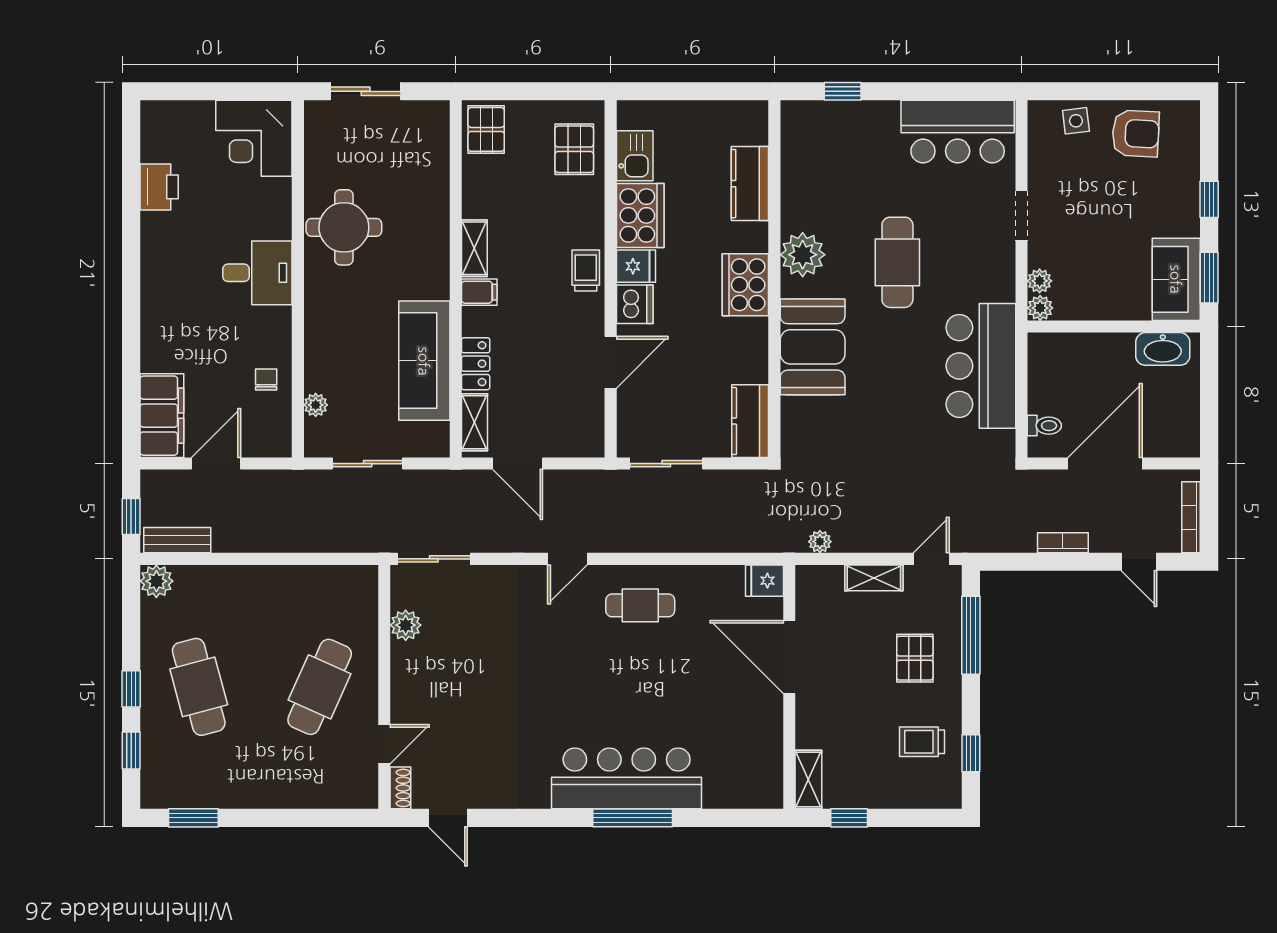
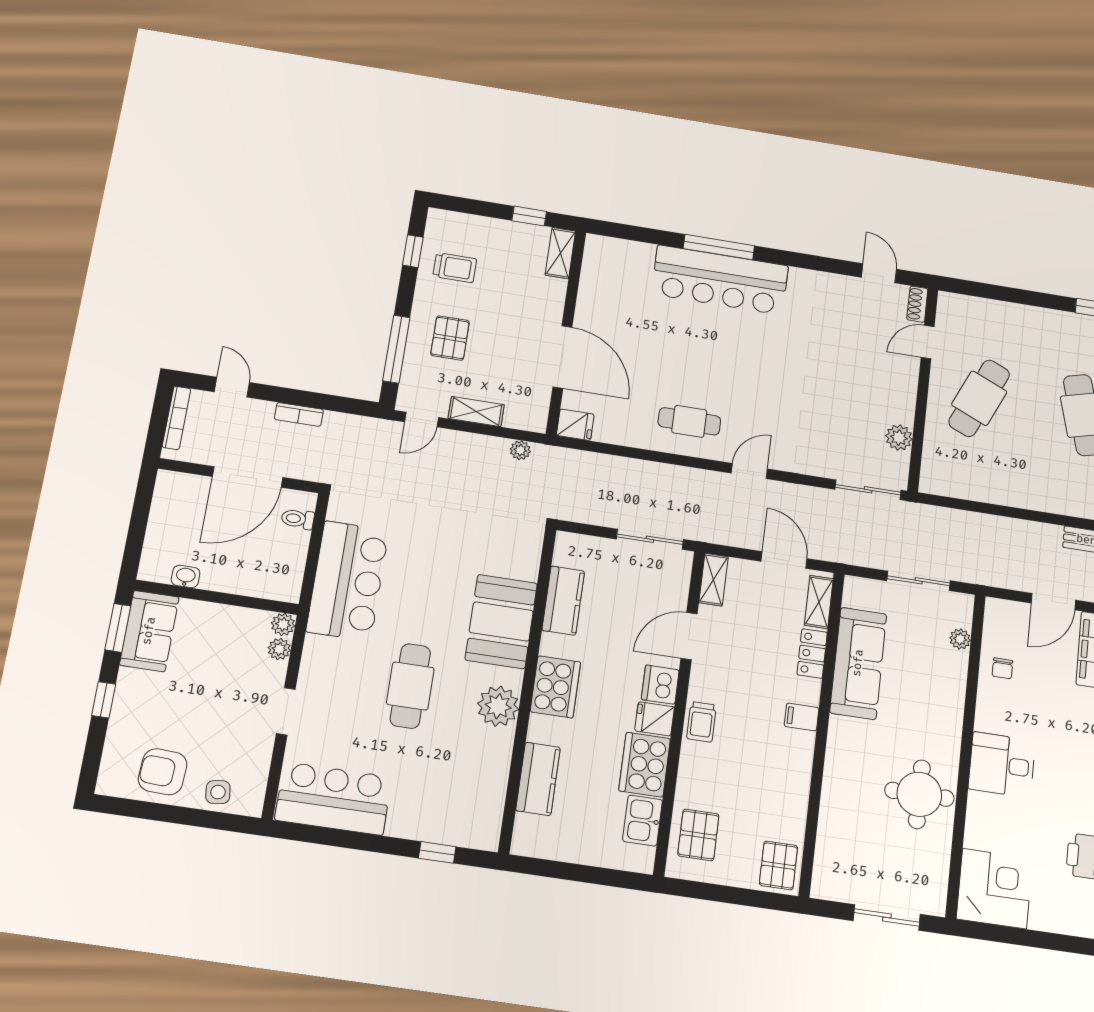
shelving: (474, 248) -> (713, 580), moved
washbasin: (1163, 349) -> (186, 576), width x0.52, depth x0.69
kitchen counter: (750, 421) -> (563, 601), moved

